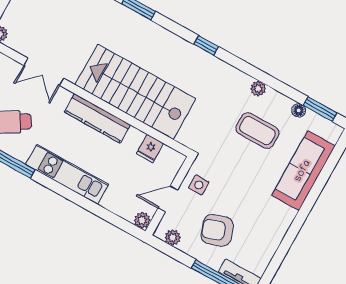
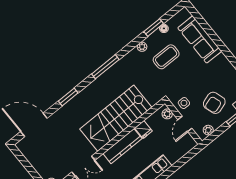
window: (206, 45) -> (105, 67), width x2.17
window: (320, 109) -> (154, 28), moved
fridge: (150, 148) -> (143, 130), moved
plant: (142, 220) -> (167, 114), moved

